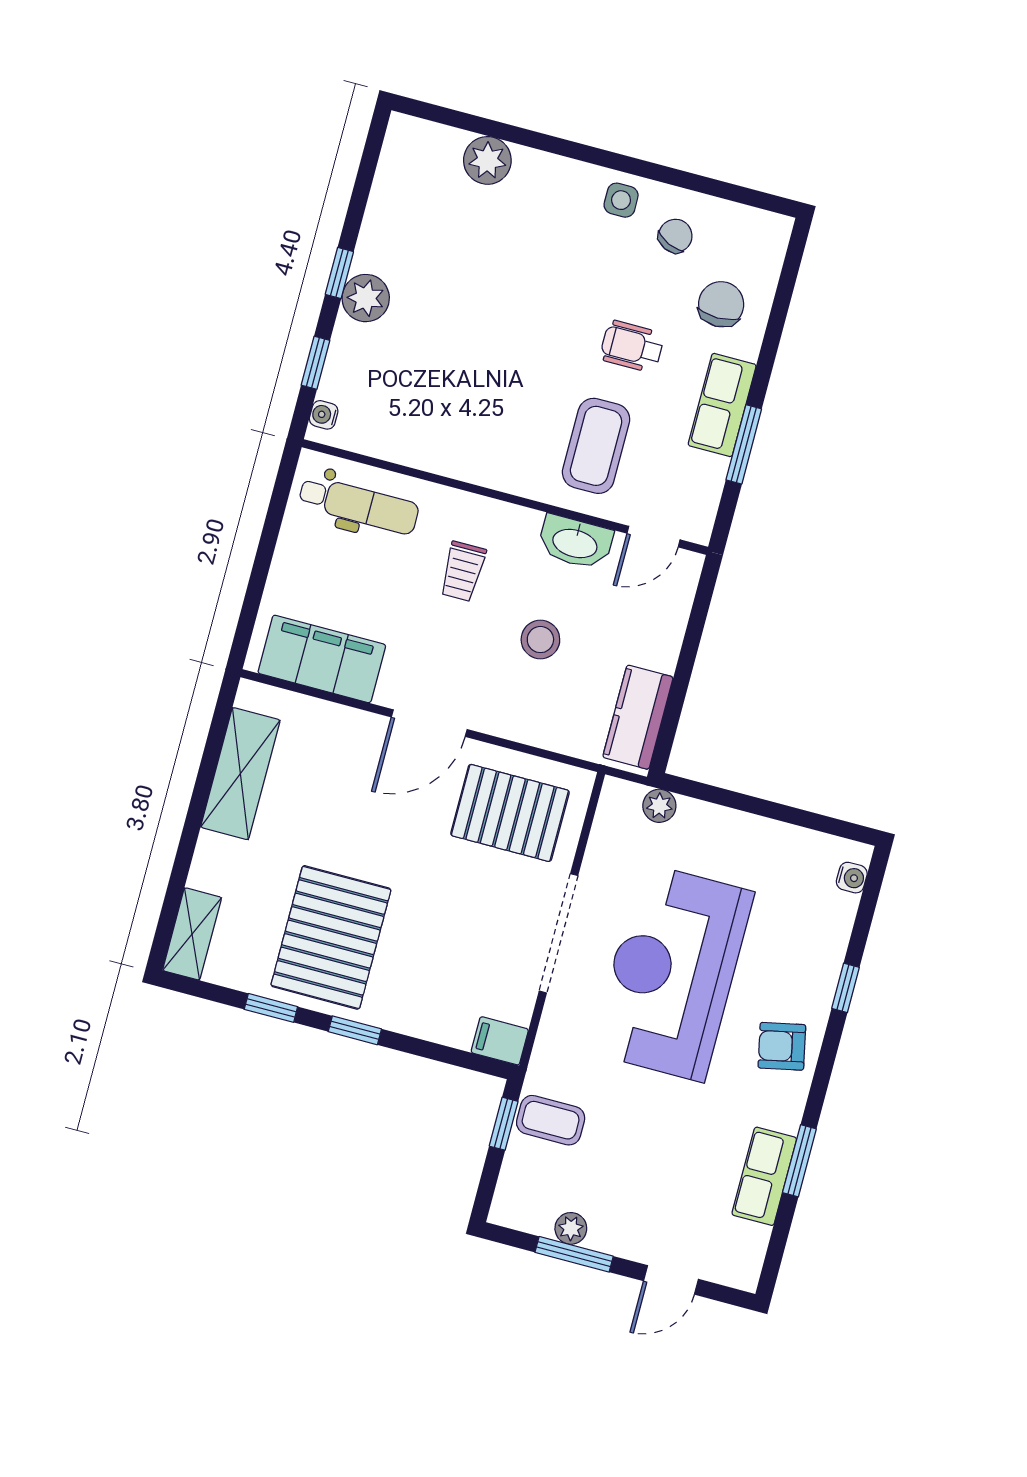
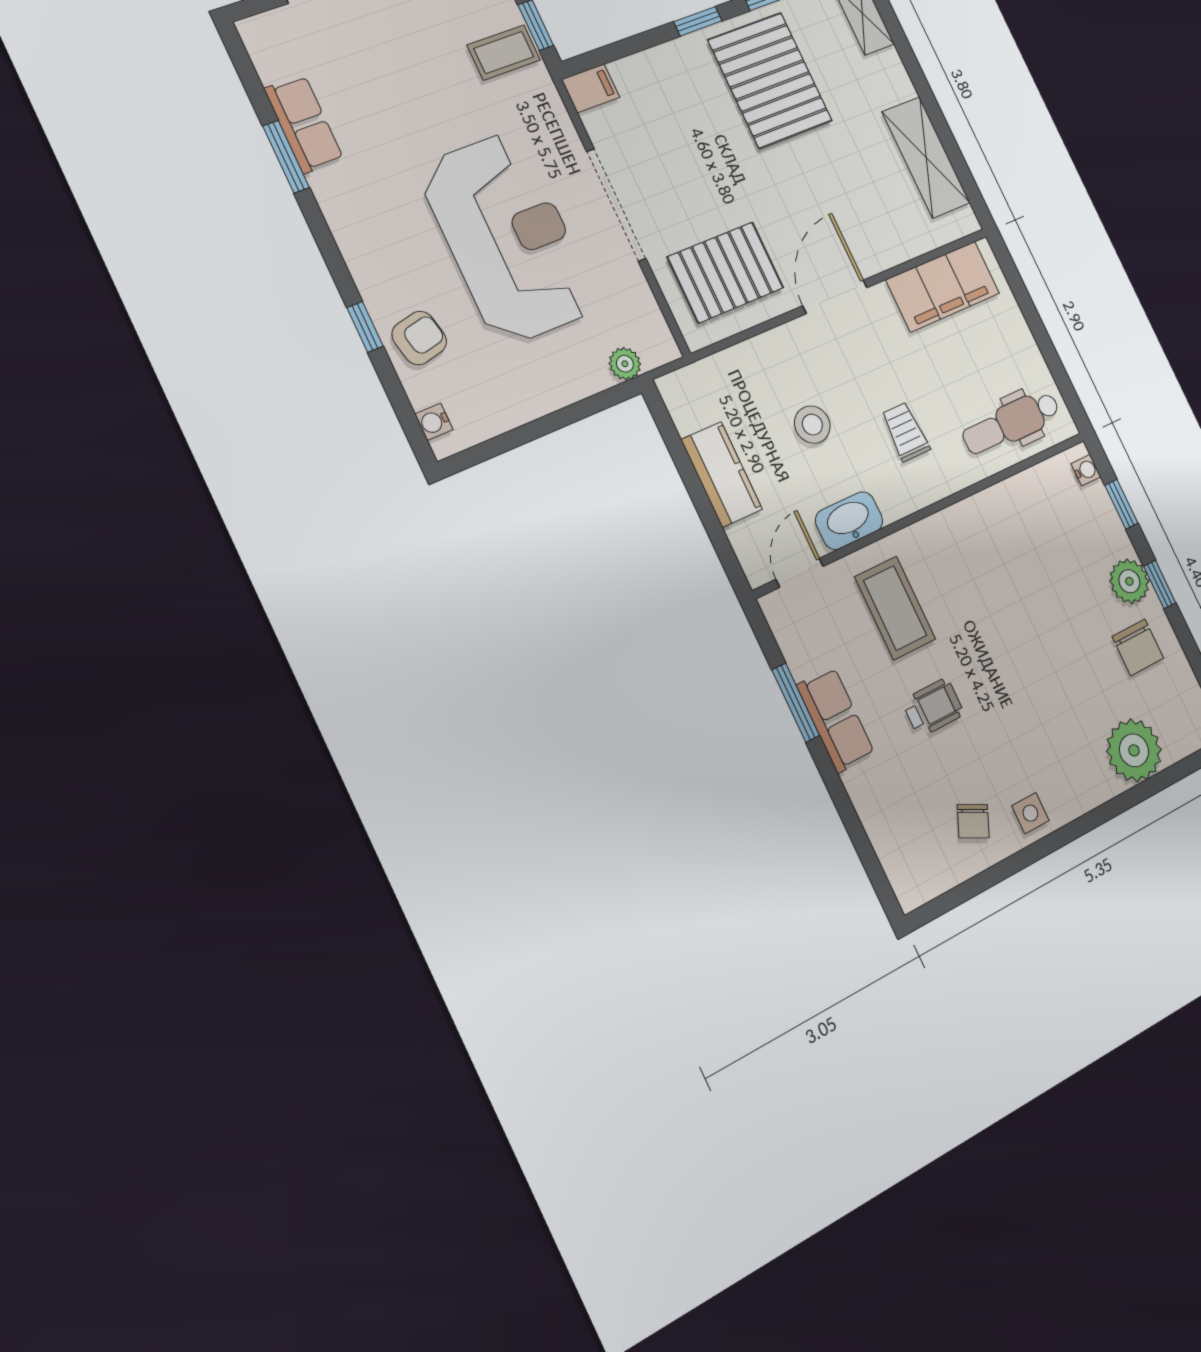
plant: (487, 160) -> (1134, 750), width x1.36, depth x1.36
chair: (721, 304) -> (1138, 647), moved
kitchen counter: (638, 717) -> (722, 474), moved
armchair: (782, 1046) -> (419, 338), moved

